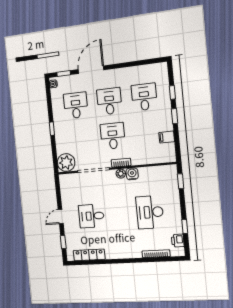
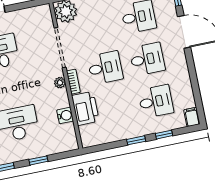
filing cabinet: (167, 137) -> (192, 117), moved
printer: (144, 155) -> (85, 108), added
water cooler: (132, 174) -> (65, 115), moved
window: (181, 181) -> (38, 160), moved

